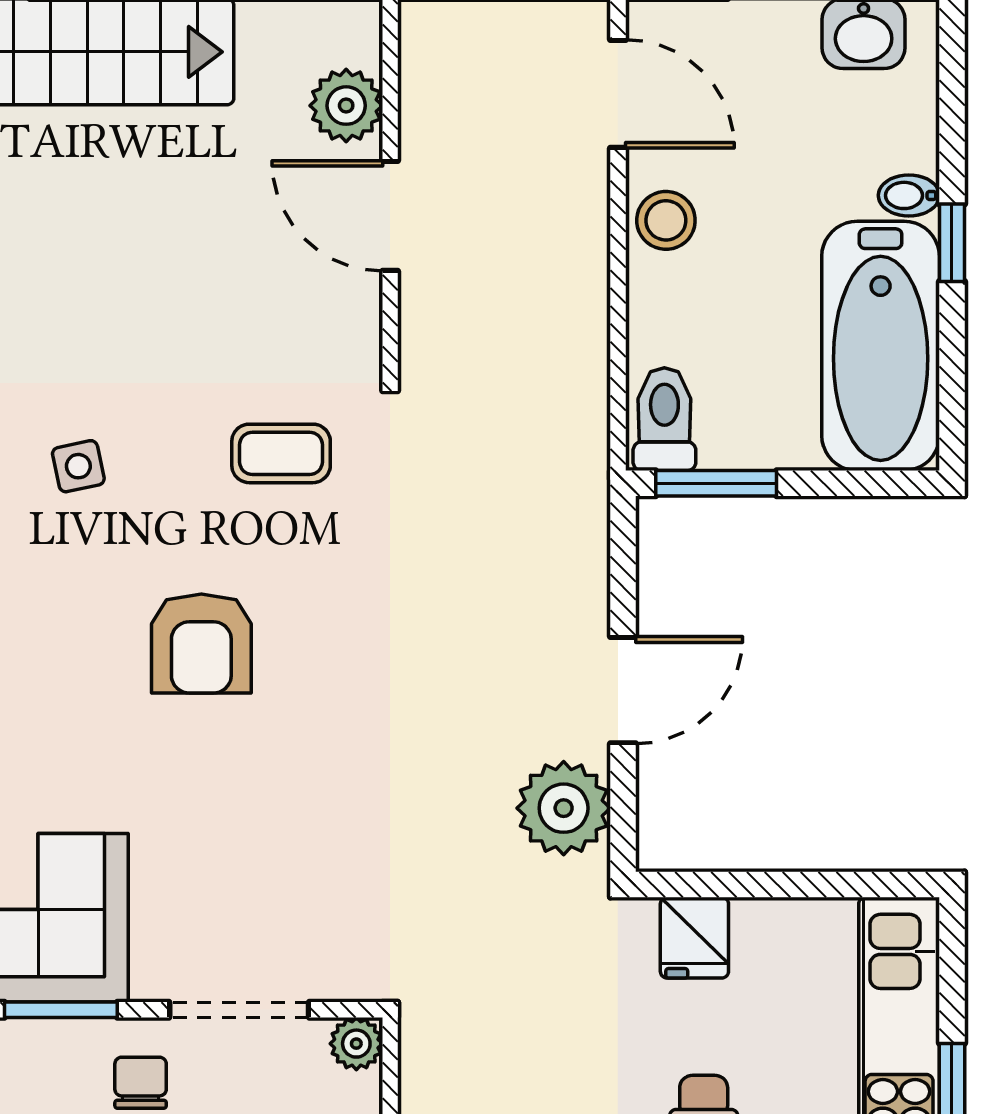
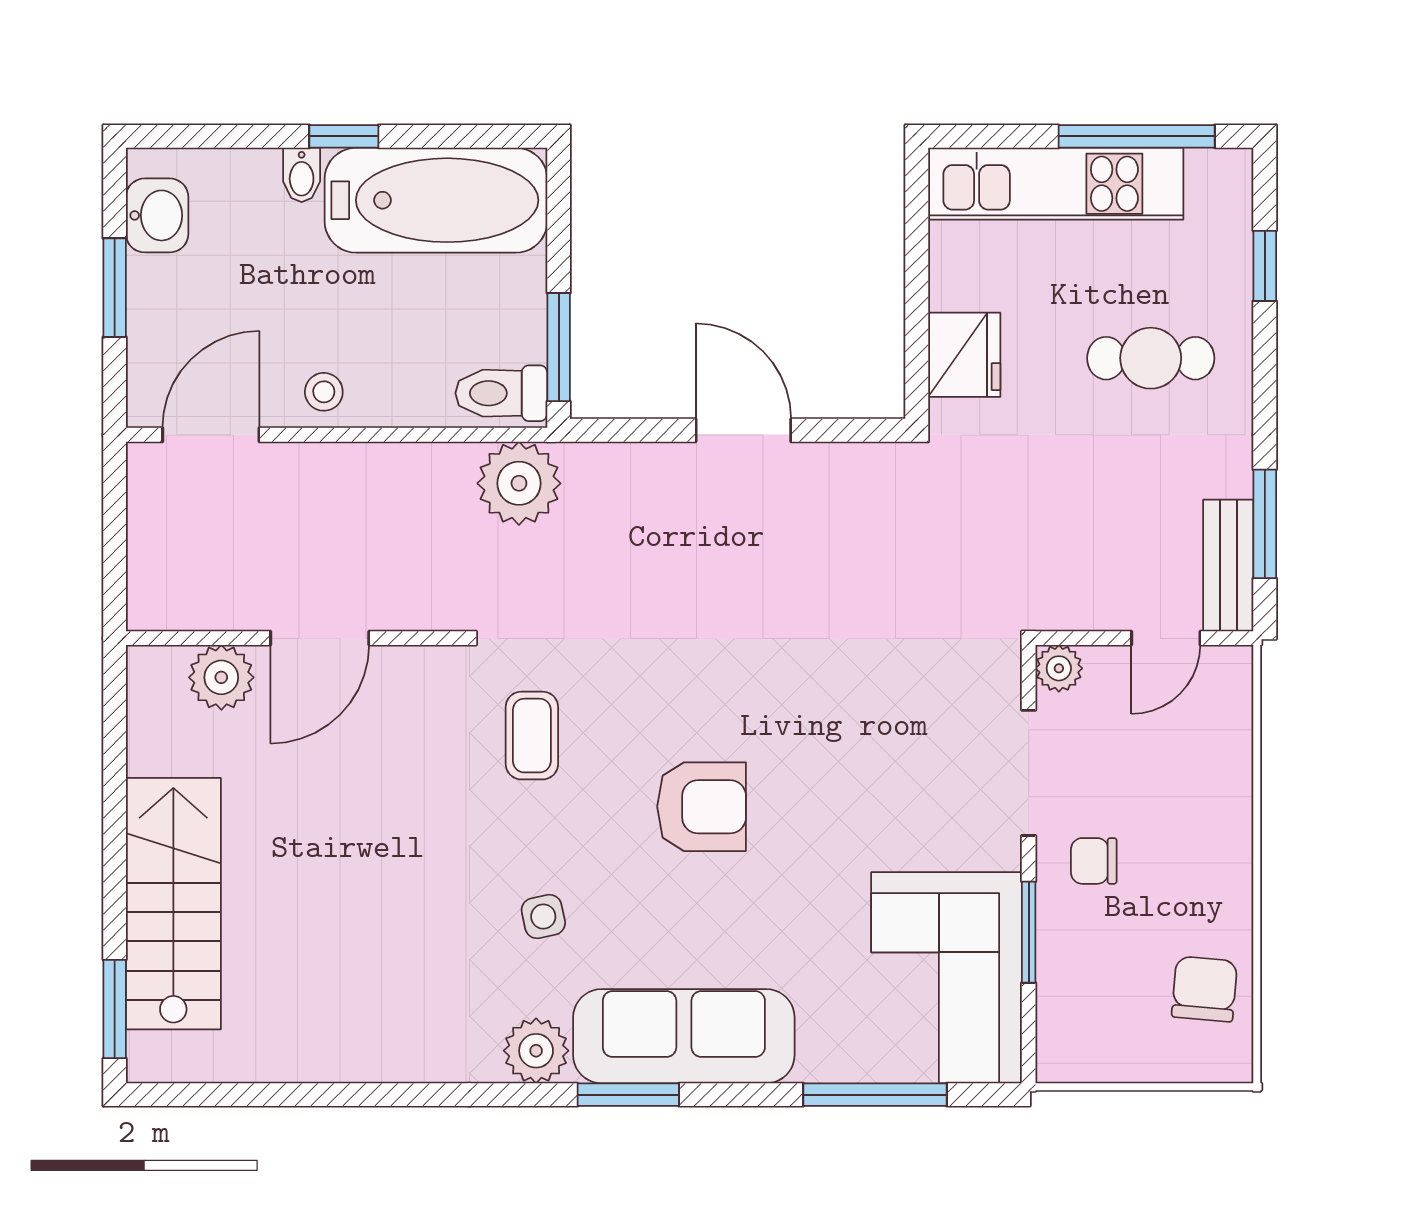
stool: (666, 220) -> (324, 392), width x0.73, depth x0.73
plant: (564, 808) -> (519, 483), moved
fridge: (694, 938) -> (964, 355), width x1.38

